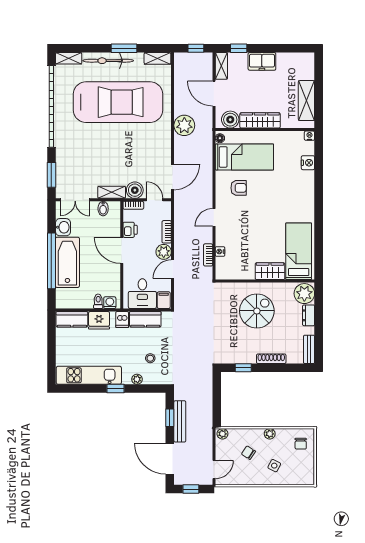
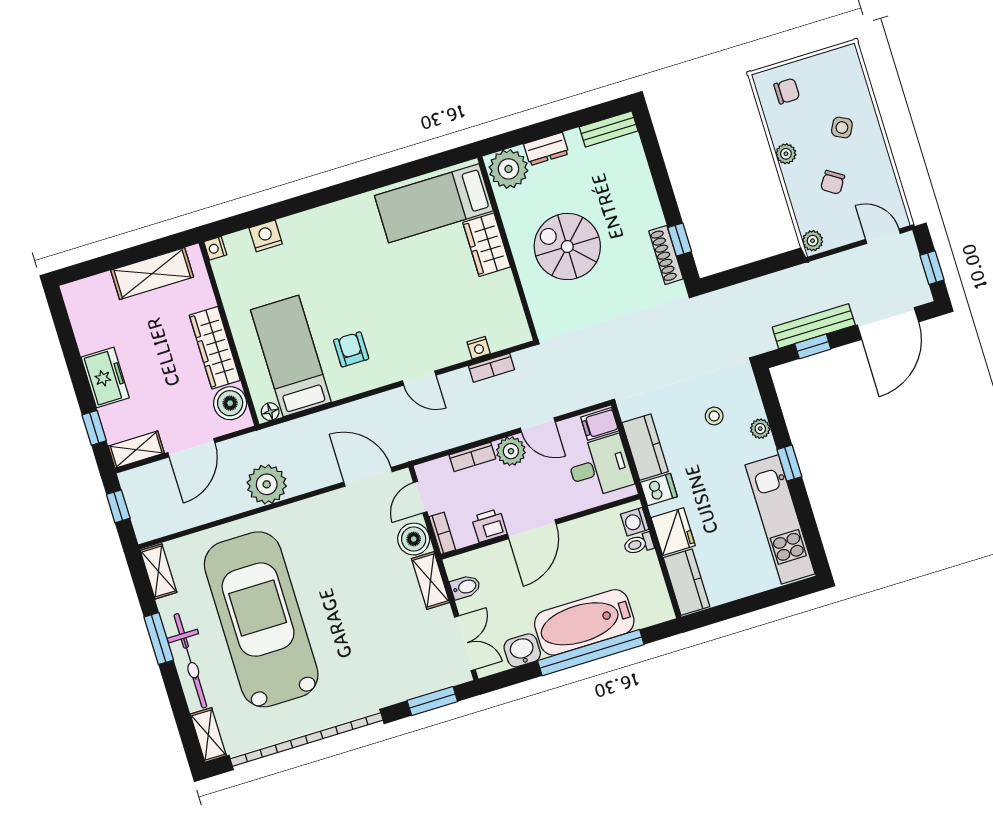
shoe rack: (271, 359) -> (666, 255), moved

